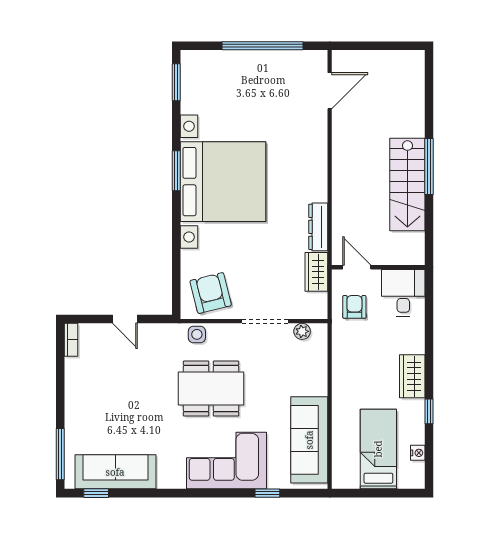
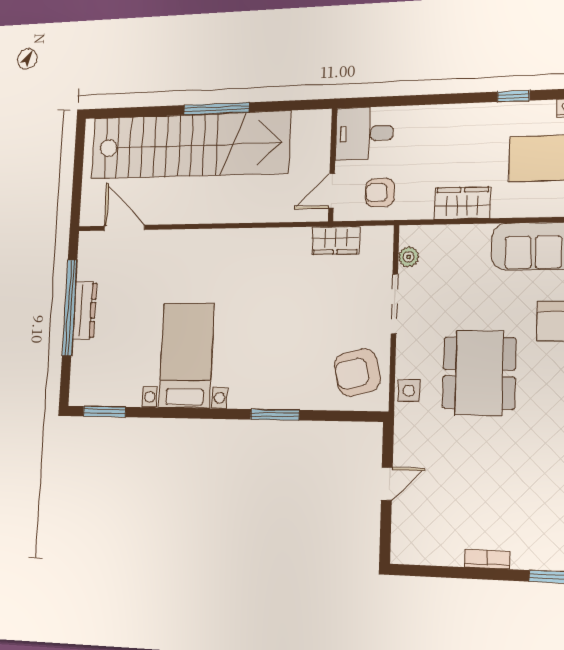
window: (176, 171) -> (275, 415), moved
bed with nightstands: (223, 182) -> (186, 355), width x0.54
stairs: (407, 184) -> (190, 145), width x1.86, depth x1.51
dresser: (318, 227) -> (84, 310), moved, turned -90
bookcase: (71, 340) -> (487, 559), moved
wardrobe: (412, 376) -> (462, 203), moved, turned 180

